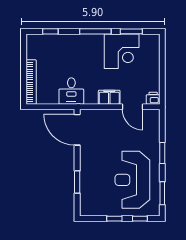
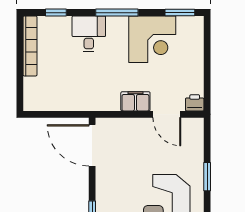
window: (131, 31) -> (180, 13), moved
bookcase: (31, 82) -> (30, 46), moved
desk: (71, 91) -> (89, 34), moved, turned 180

